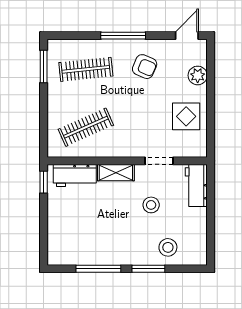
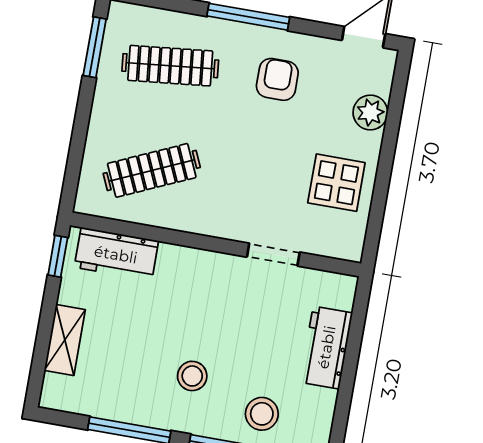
armchair: (145, 67) -> (277, 79), turned -113
shelving: (116, 173) -> (65, 340), moved, turned 90
workbench: (196, 185) -> (326, 347), moved
stool: (151, 205) -> (192, 376), moved

